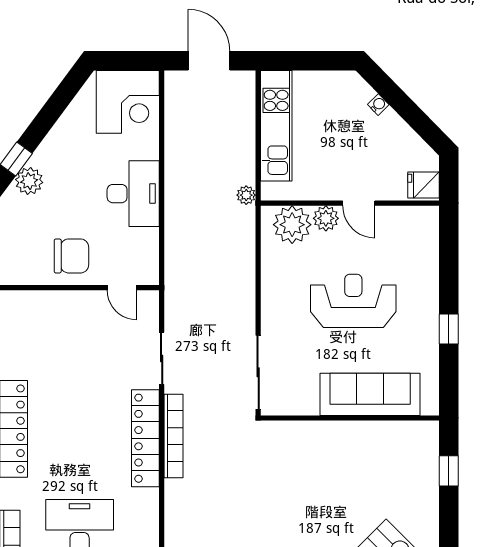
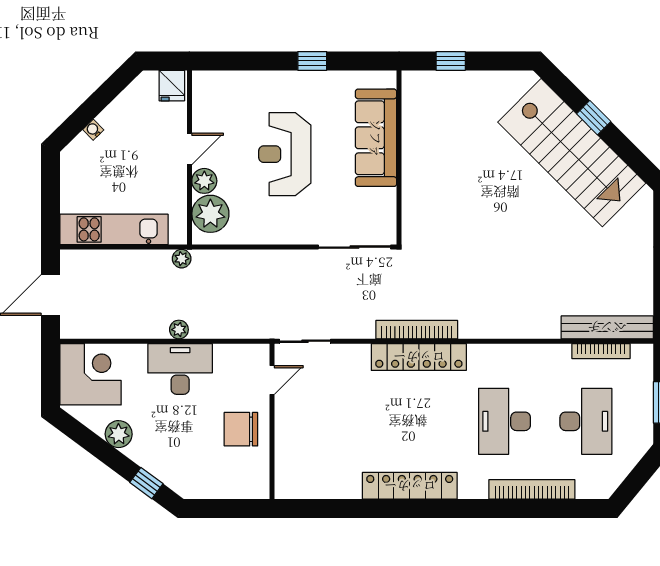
plant: (29, 181) -> (119, 434), moved
plant: (174, 192) -> (179, 330), added
chair: (71, 256) -> (241, 429), turned -90
sliding door: (162, 358) -> (305, 341), moved

